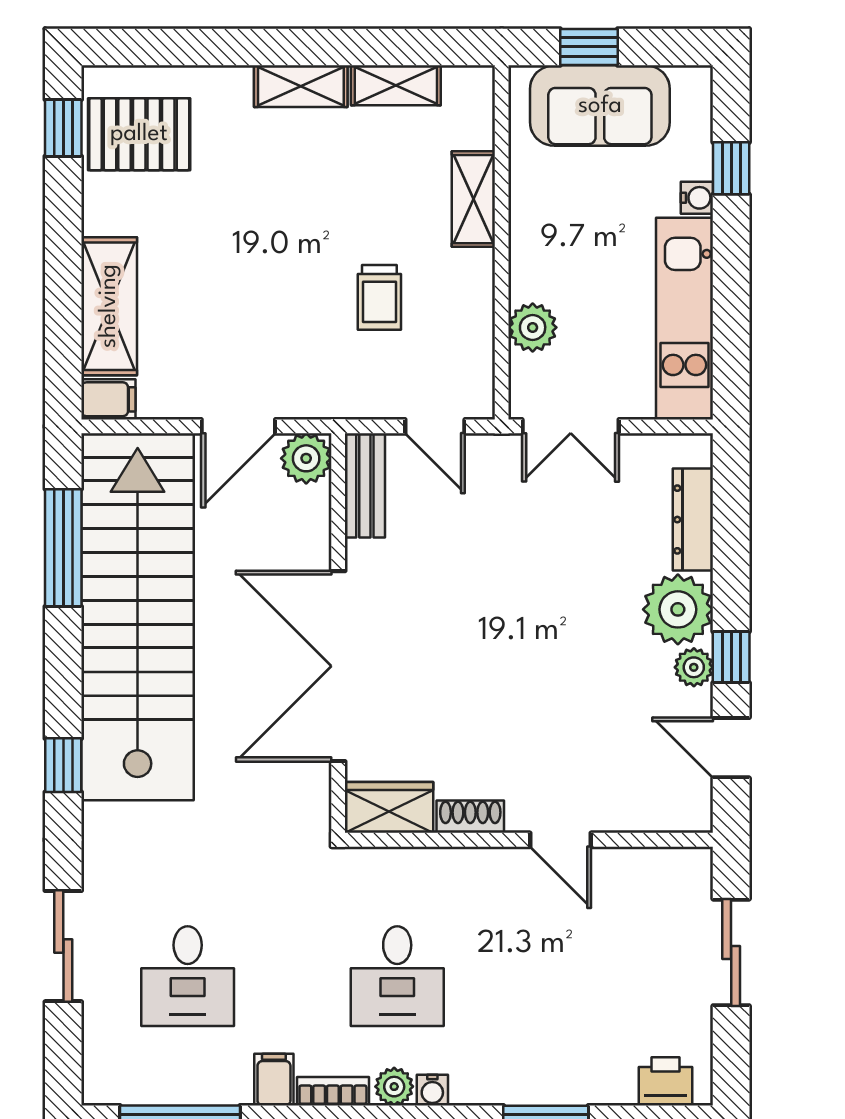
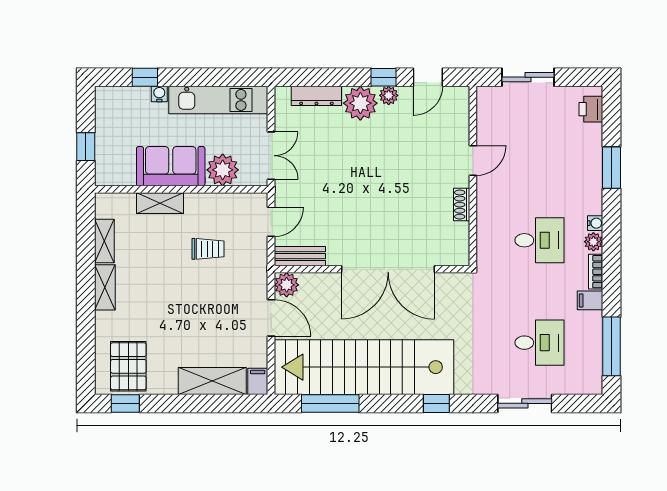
sofa: (600, 106) -> (171, 166), moved, turned -90
plant: (533, 327) -> (223, 170), width x1.36, depth x1.36
wardrobe: (389, 807) -> (457, 244), removed

